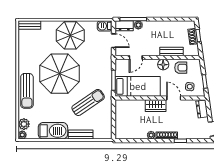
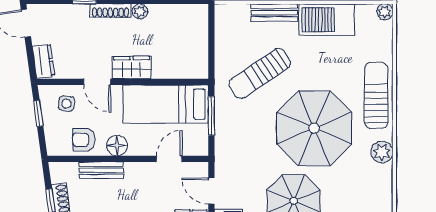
plant: (24, 124) -> (382, 152), moved

